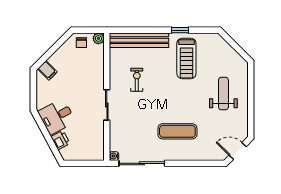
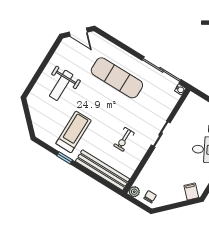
exercise mat: (177, 131) -> (117, 78), width x1.36, depth x1.45

